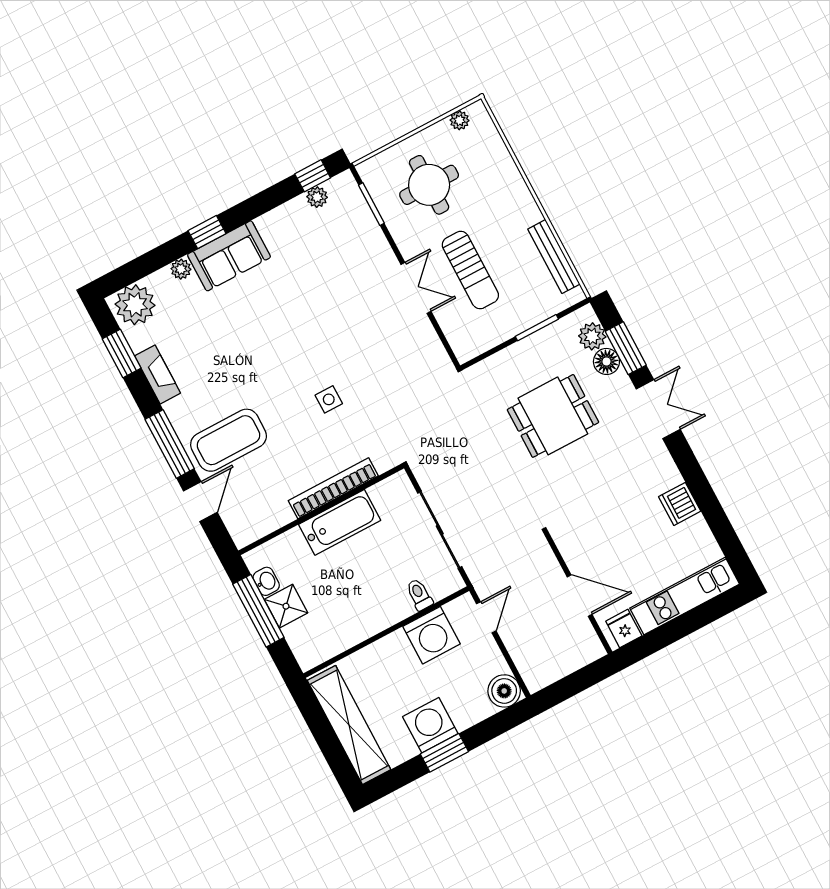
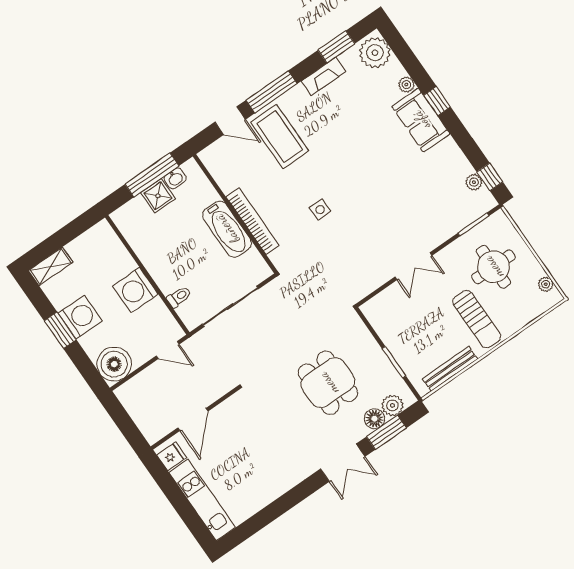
sun lounger: (470, 270) -> (477, 319), moved, turned -90
dishwasher: (680, 504) -> (272, 488), removed
washing machine: (432, 635) -> (135, 290), moved
boiler: (504, 691) -> (114, 364), width x1.37, depth x1.37
shelving: (349, 725) -> (51, 266), width x0.45, depth x0.75

